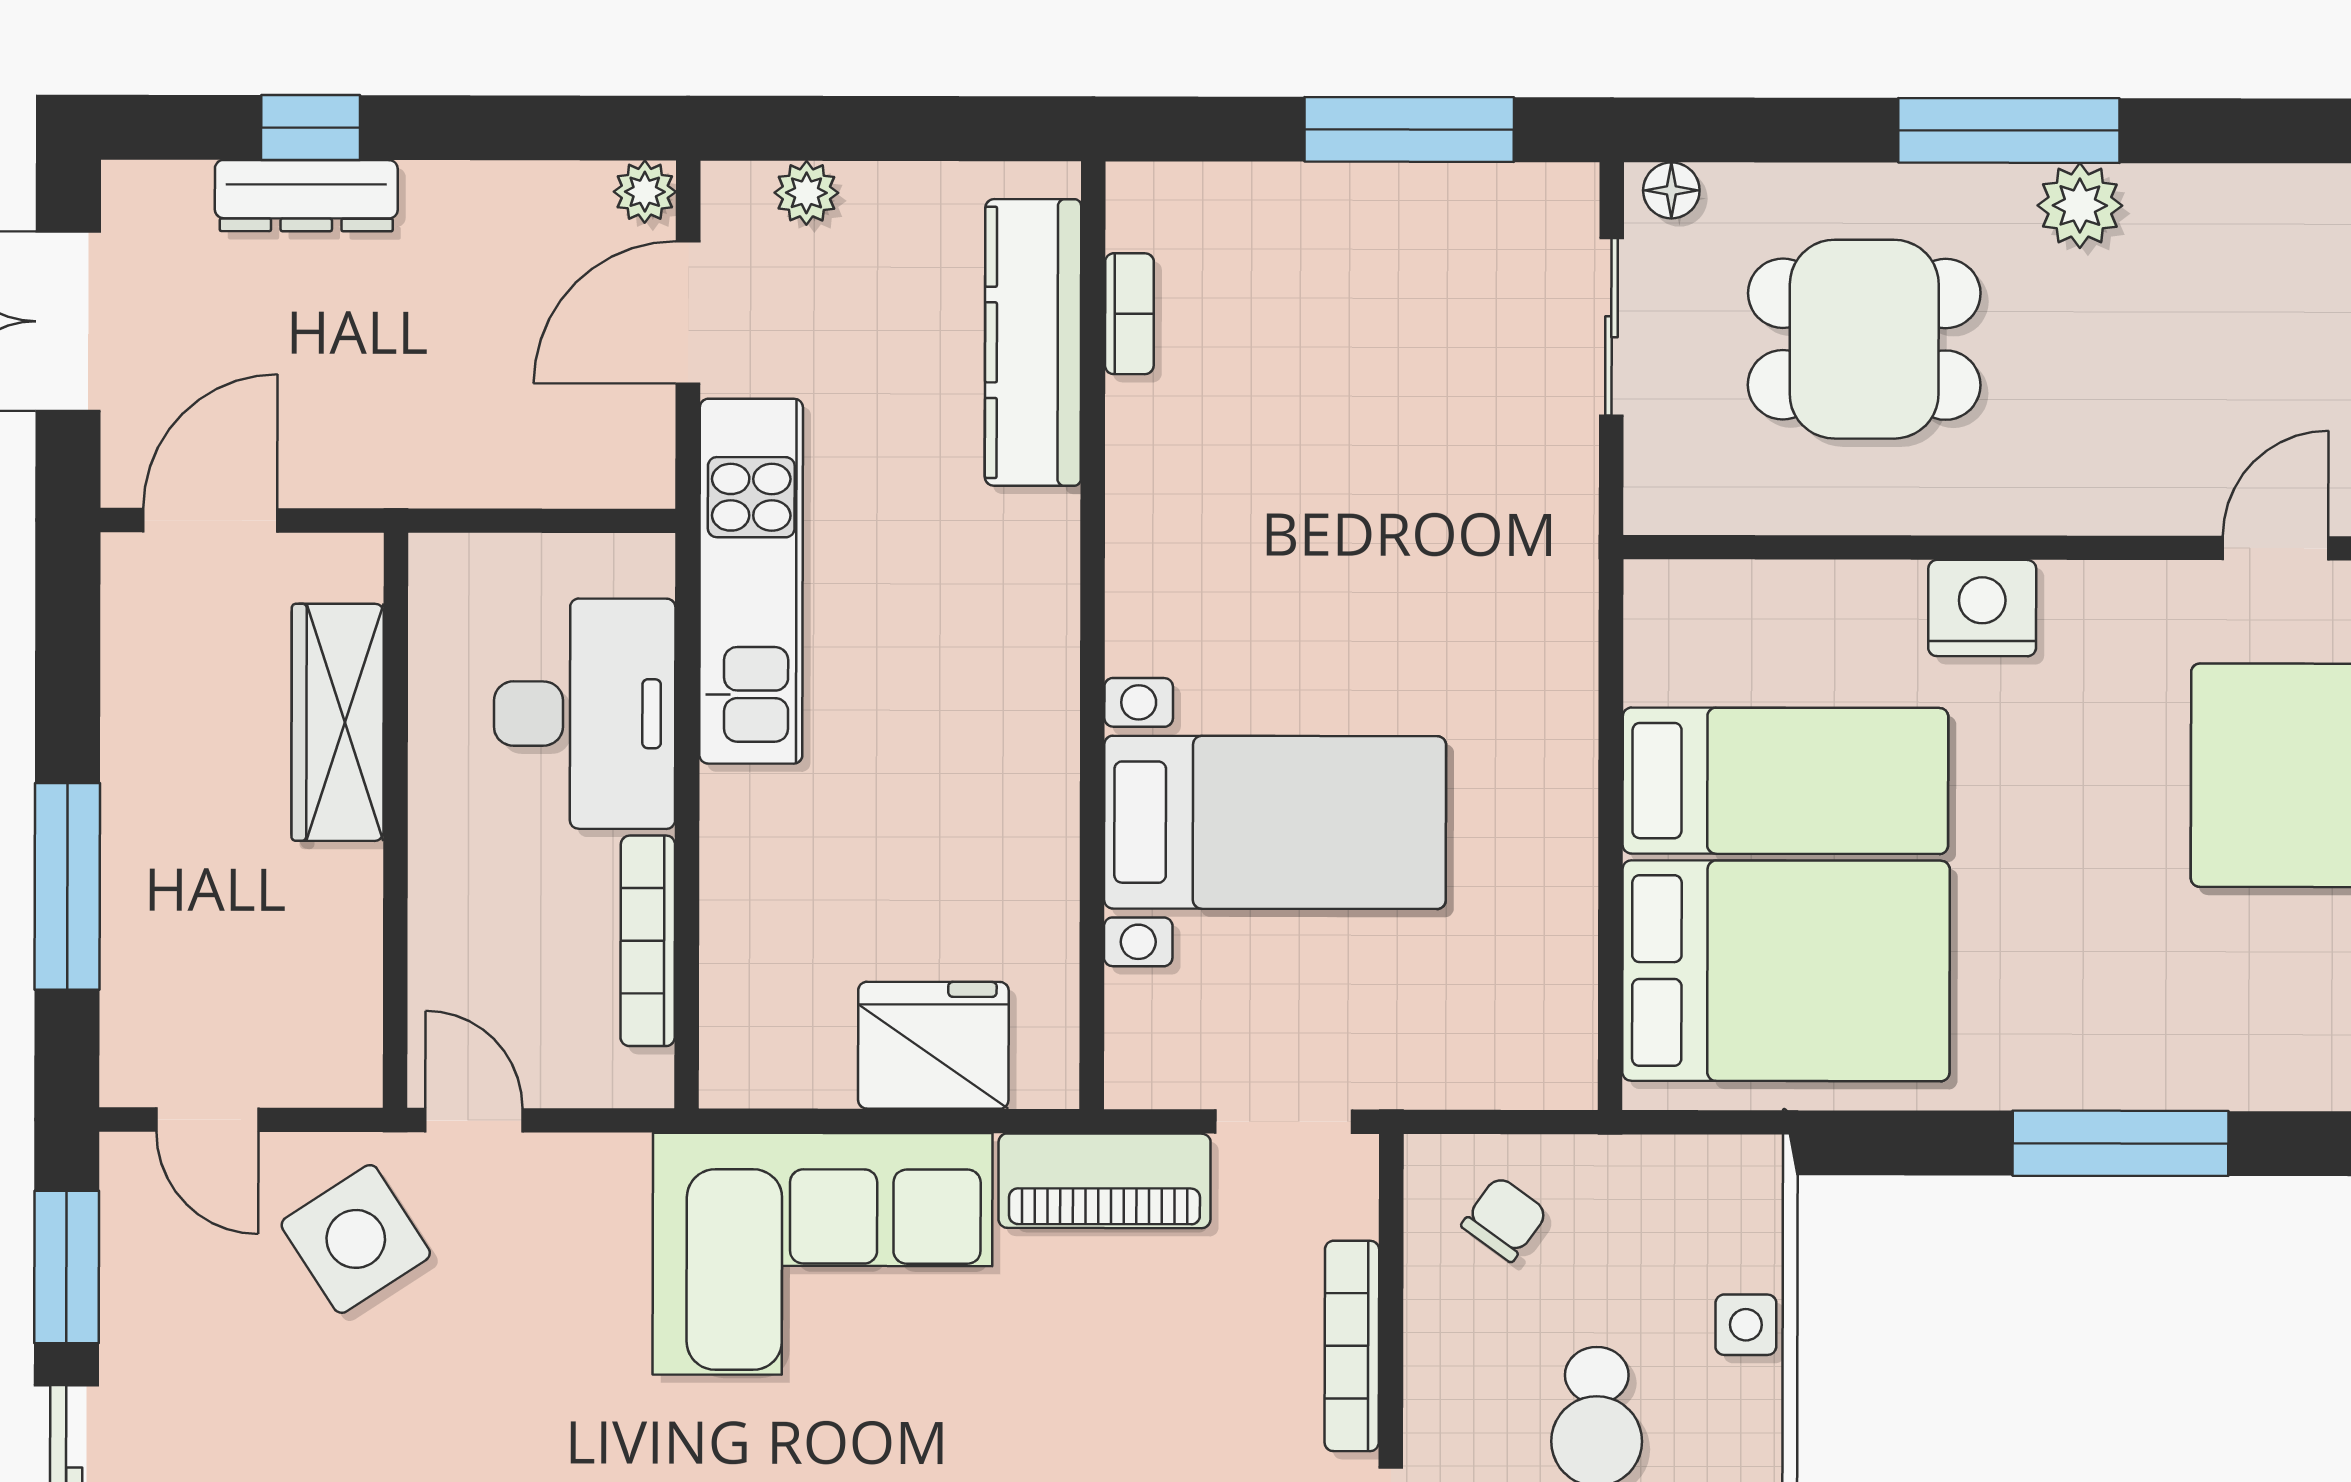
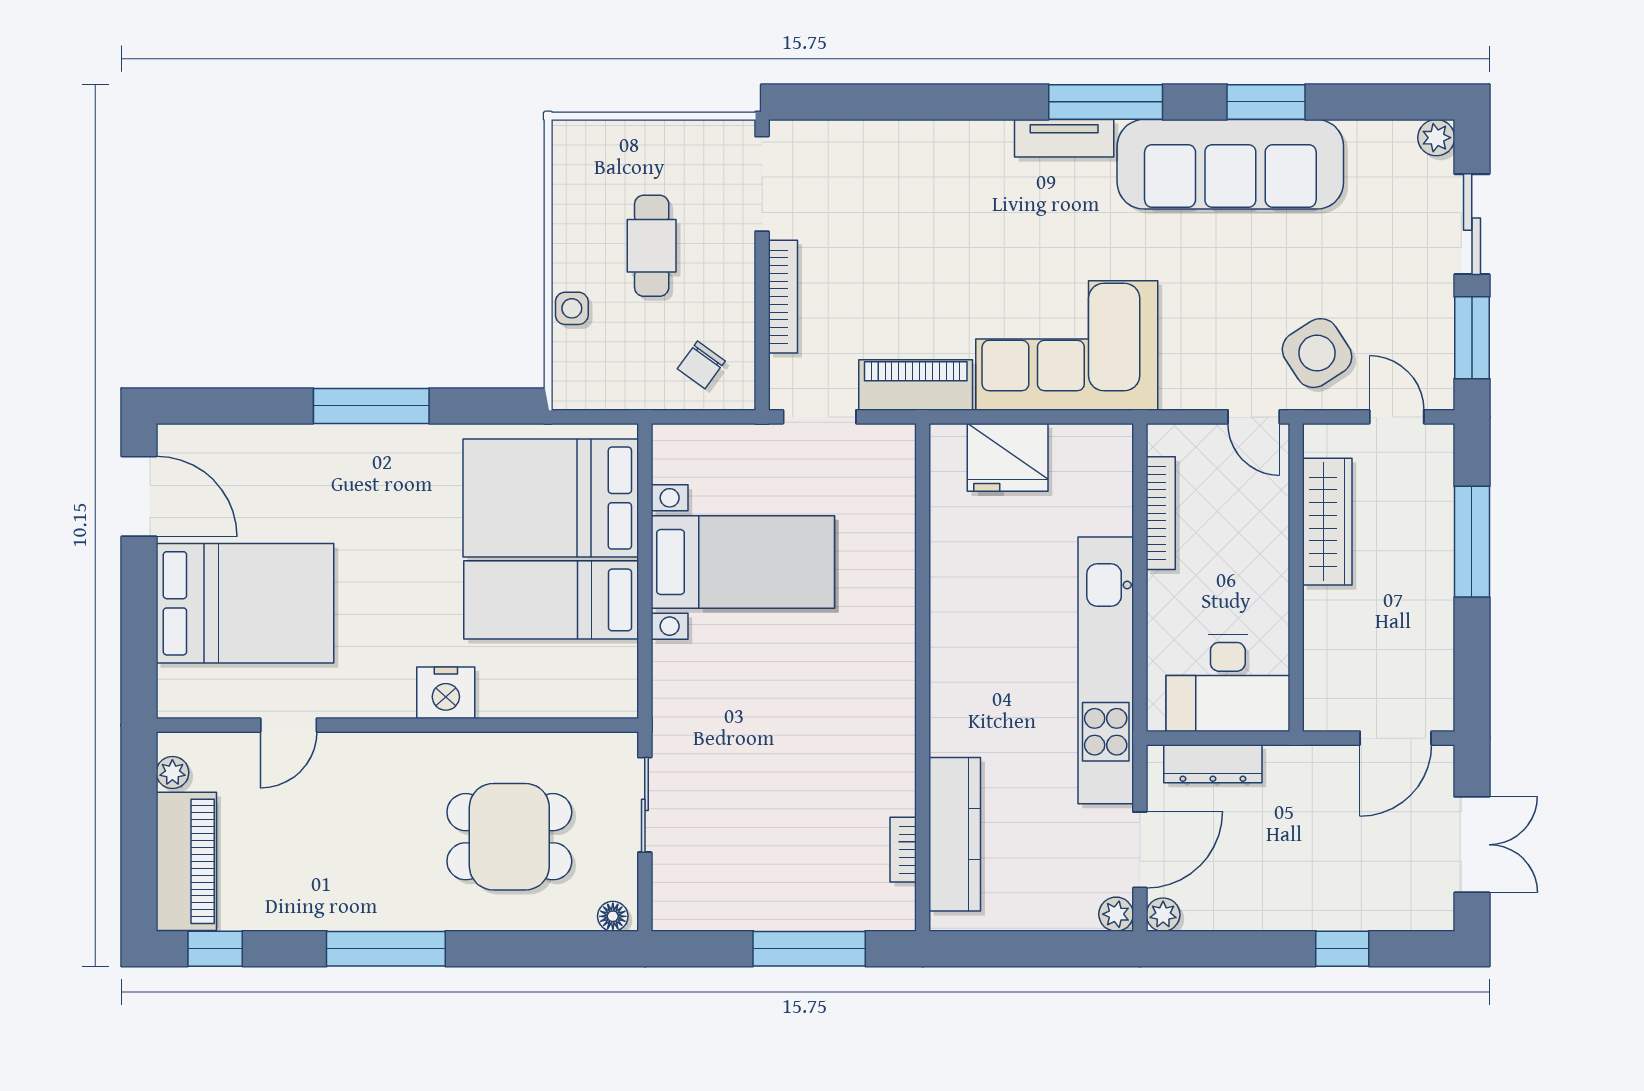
window: (1409, 129) -> (809, 949), moved
window: (2009, 130) -> (386, 949), moved
plant: (806, 193) -> (1116, 914), moved
dresser: (306, 196) -> (1213, 764), moved, turned 180
plant: (2080, 206) -> (394, 909), removed
sliding door: (1611, 327) -> (645, 805), moved
kitchen unit: (751, 581) -> (1106, 670), width x1.36
desk: (585, 714) -> (1228, 683), moved, turned -90
wardrobe: (338, 722) -> (1327, 522), moved
bed with nightstands: (1275, 822) -> (743, 562), moved, turned 180

